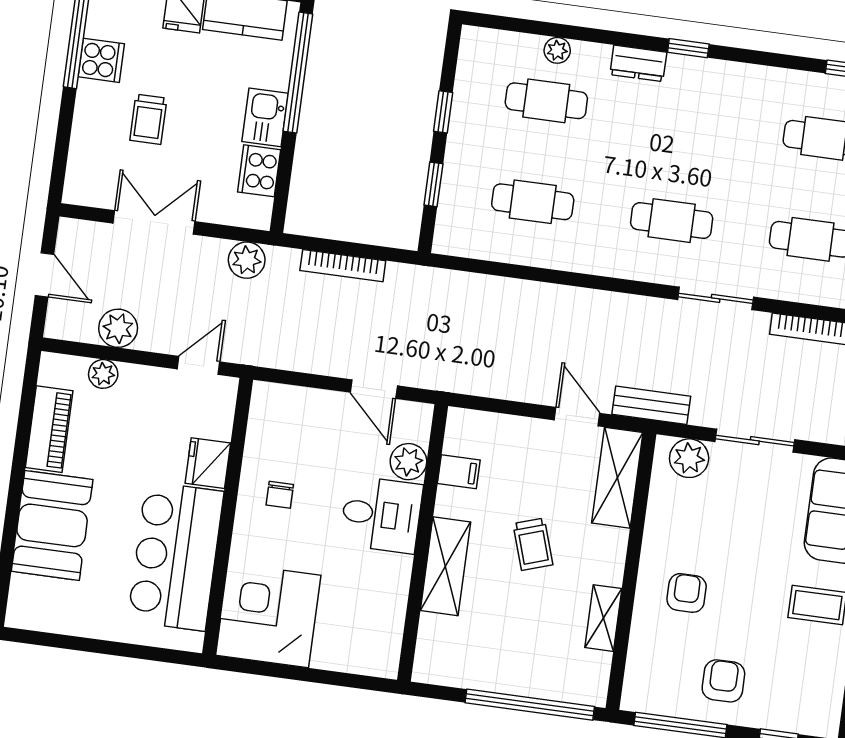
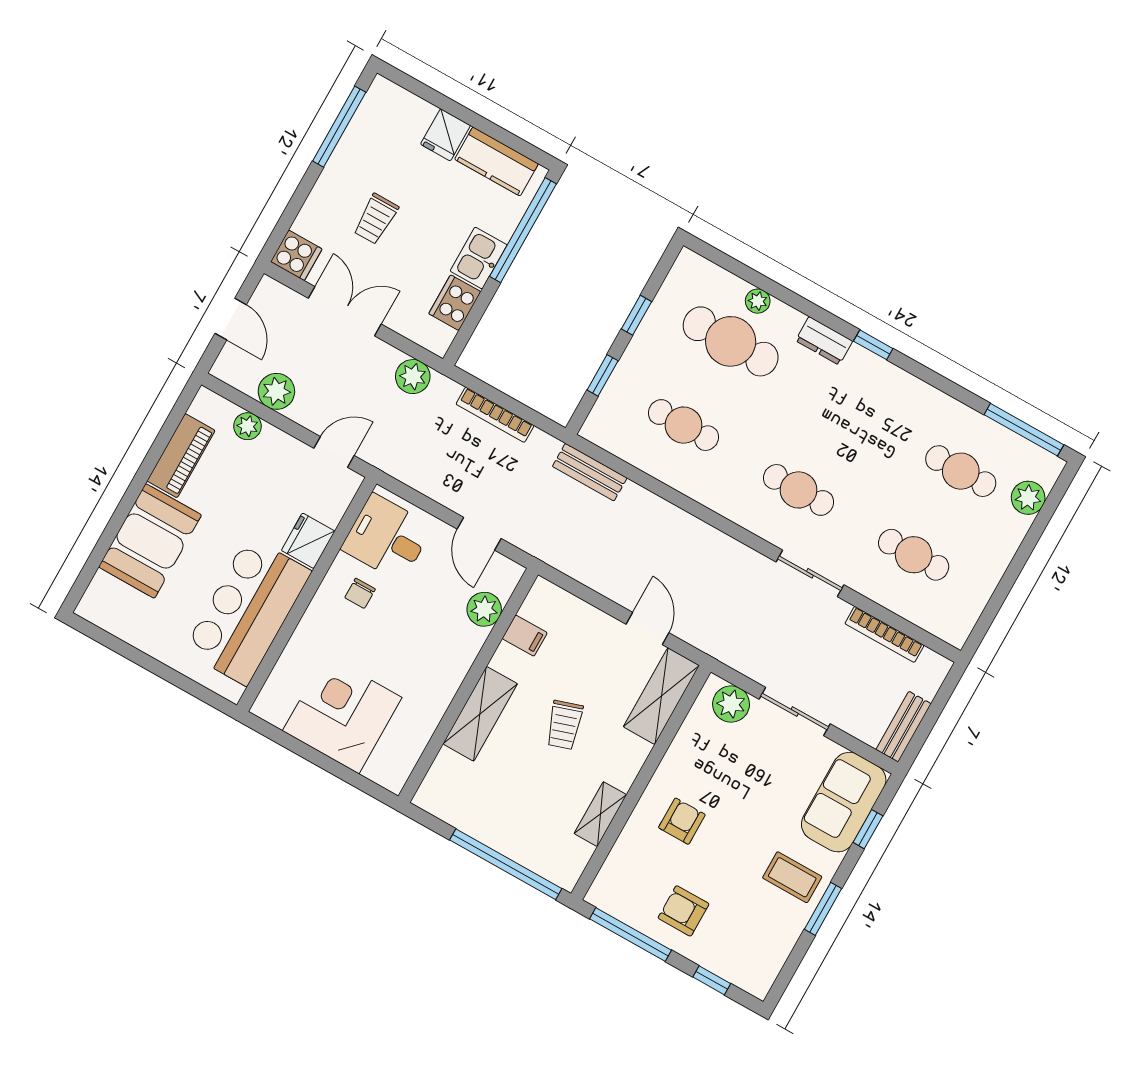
cooker: (101, 60) -> (296, 255), moved
cafe table: (546, 101) -> (731, 341), width x1.37, depth x1.35
bench: (651, 405) -> (590, 472), moved
desk: (381, 515) -> (387, 538), moved, turned 180
corner desk: (268, 615) -> (342, 714), moved
armchair: (723, 681) -> (684, 911), turned -90

